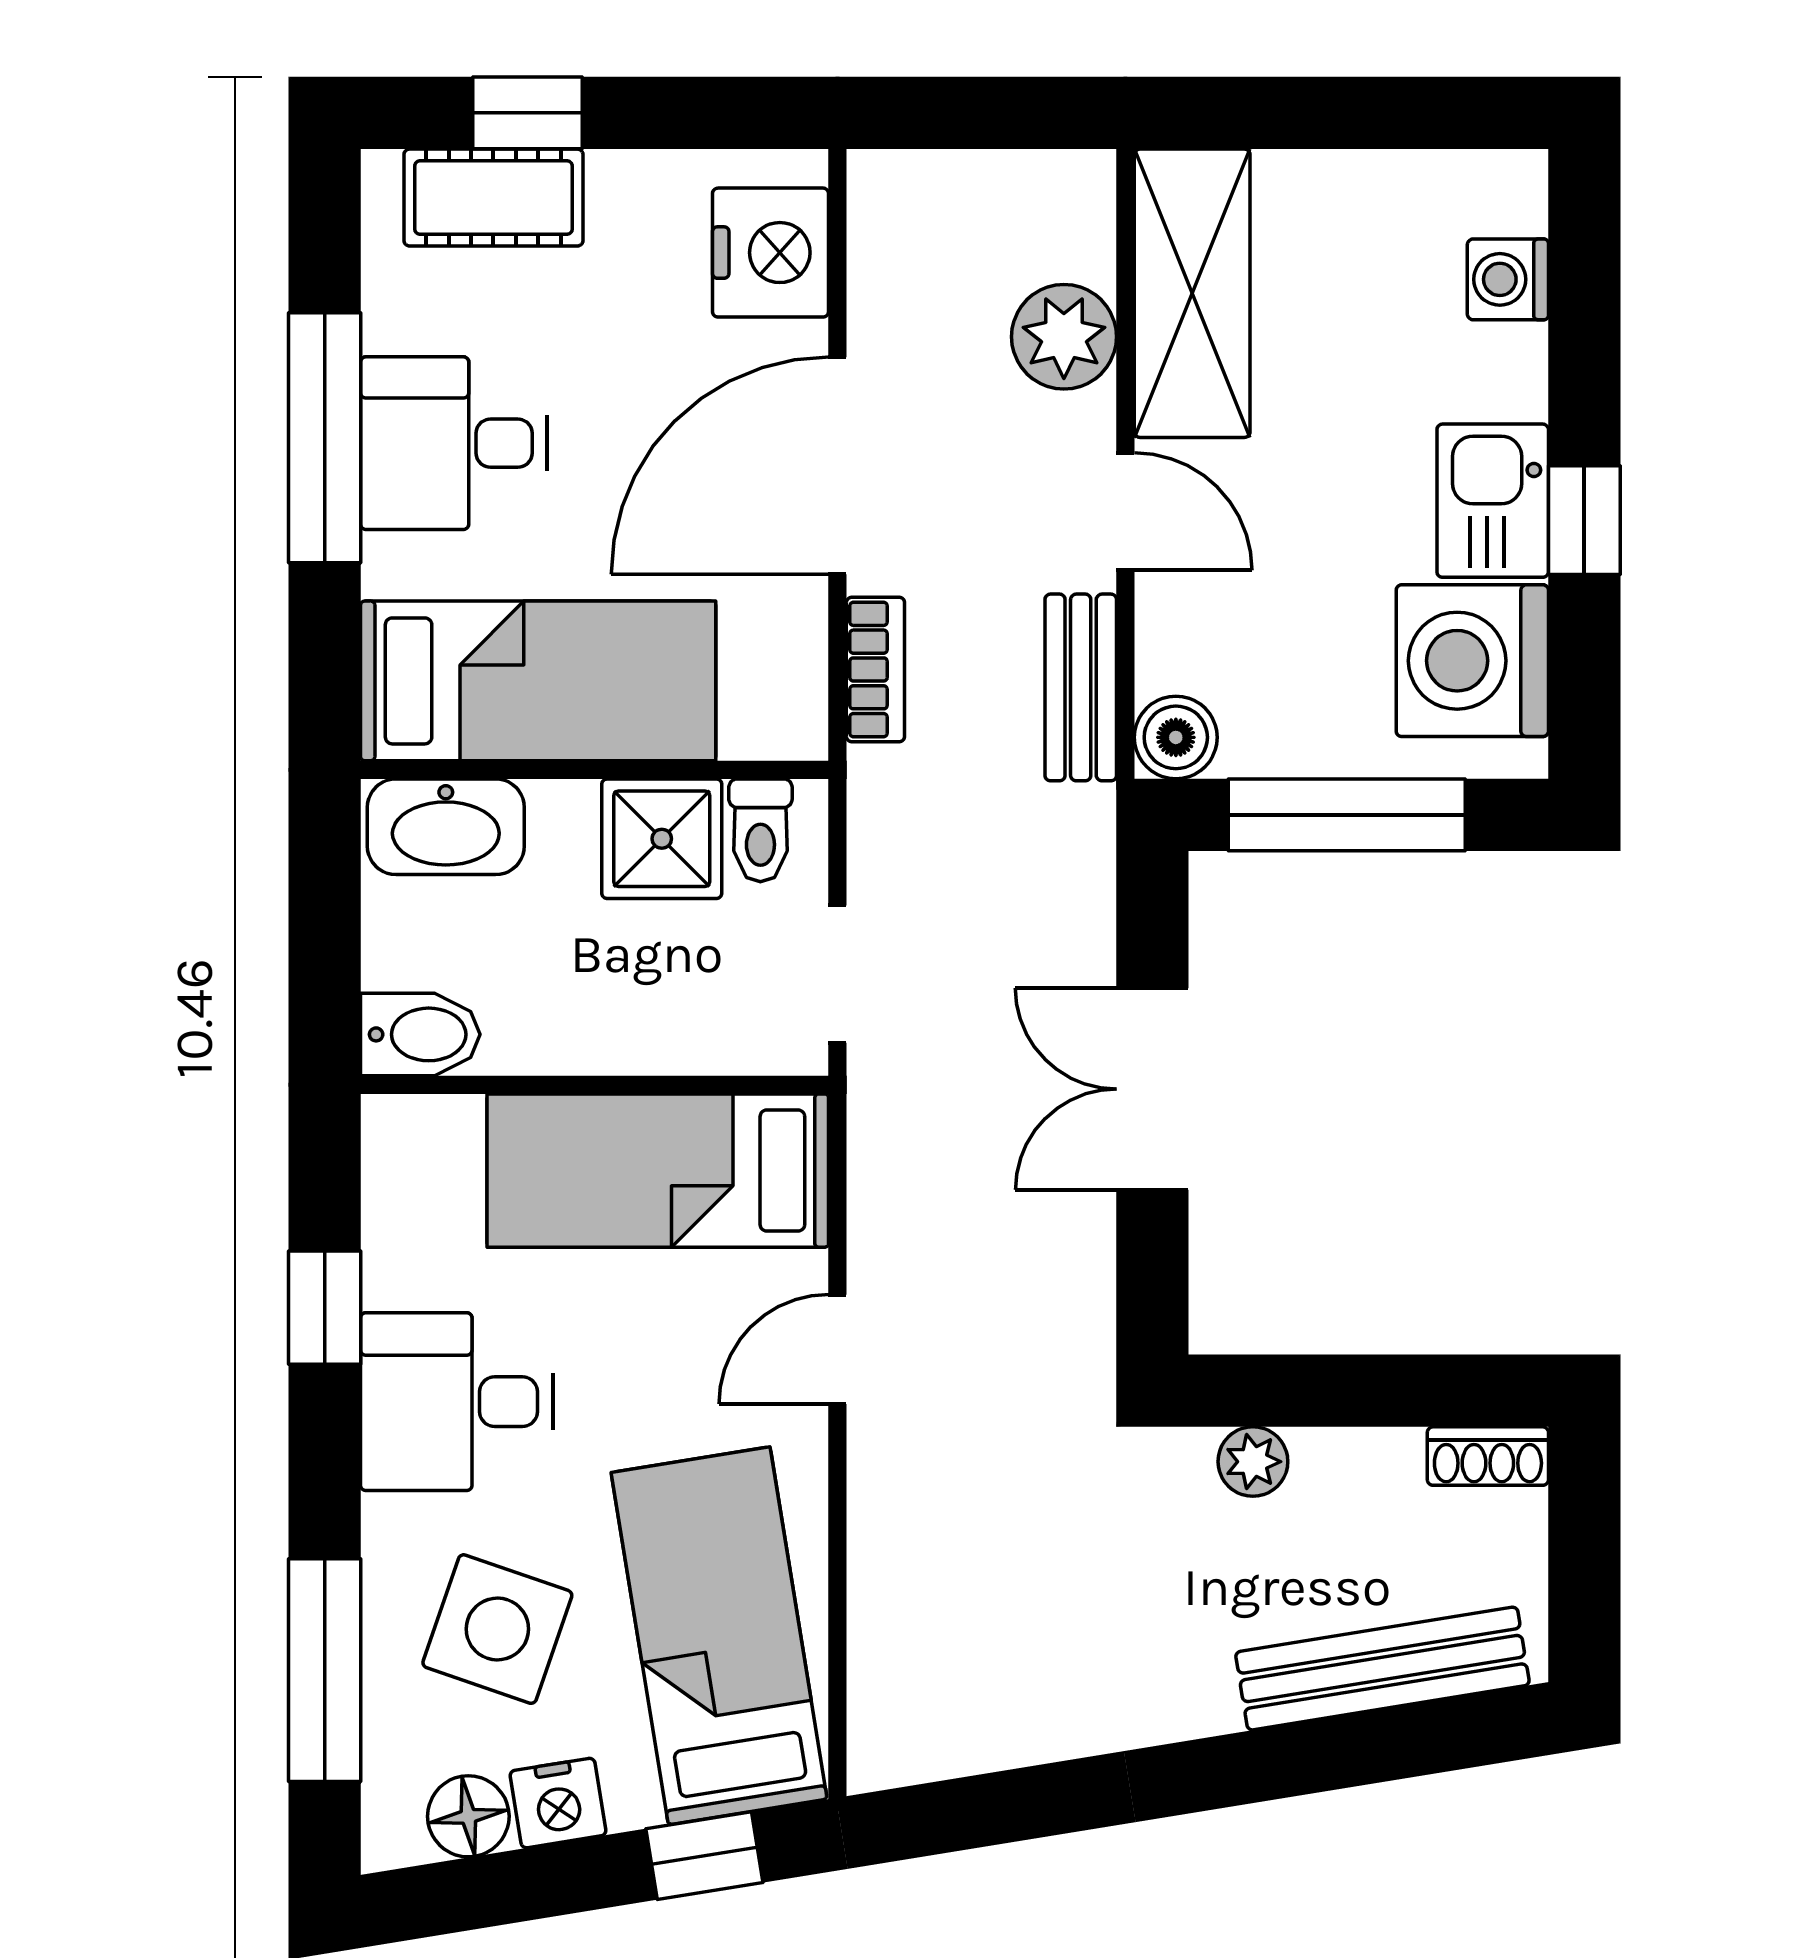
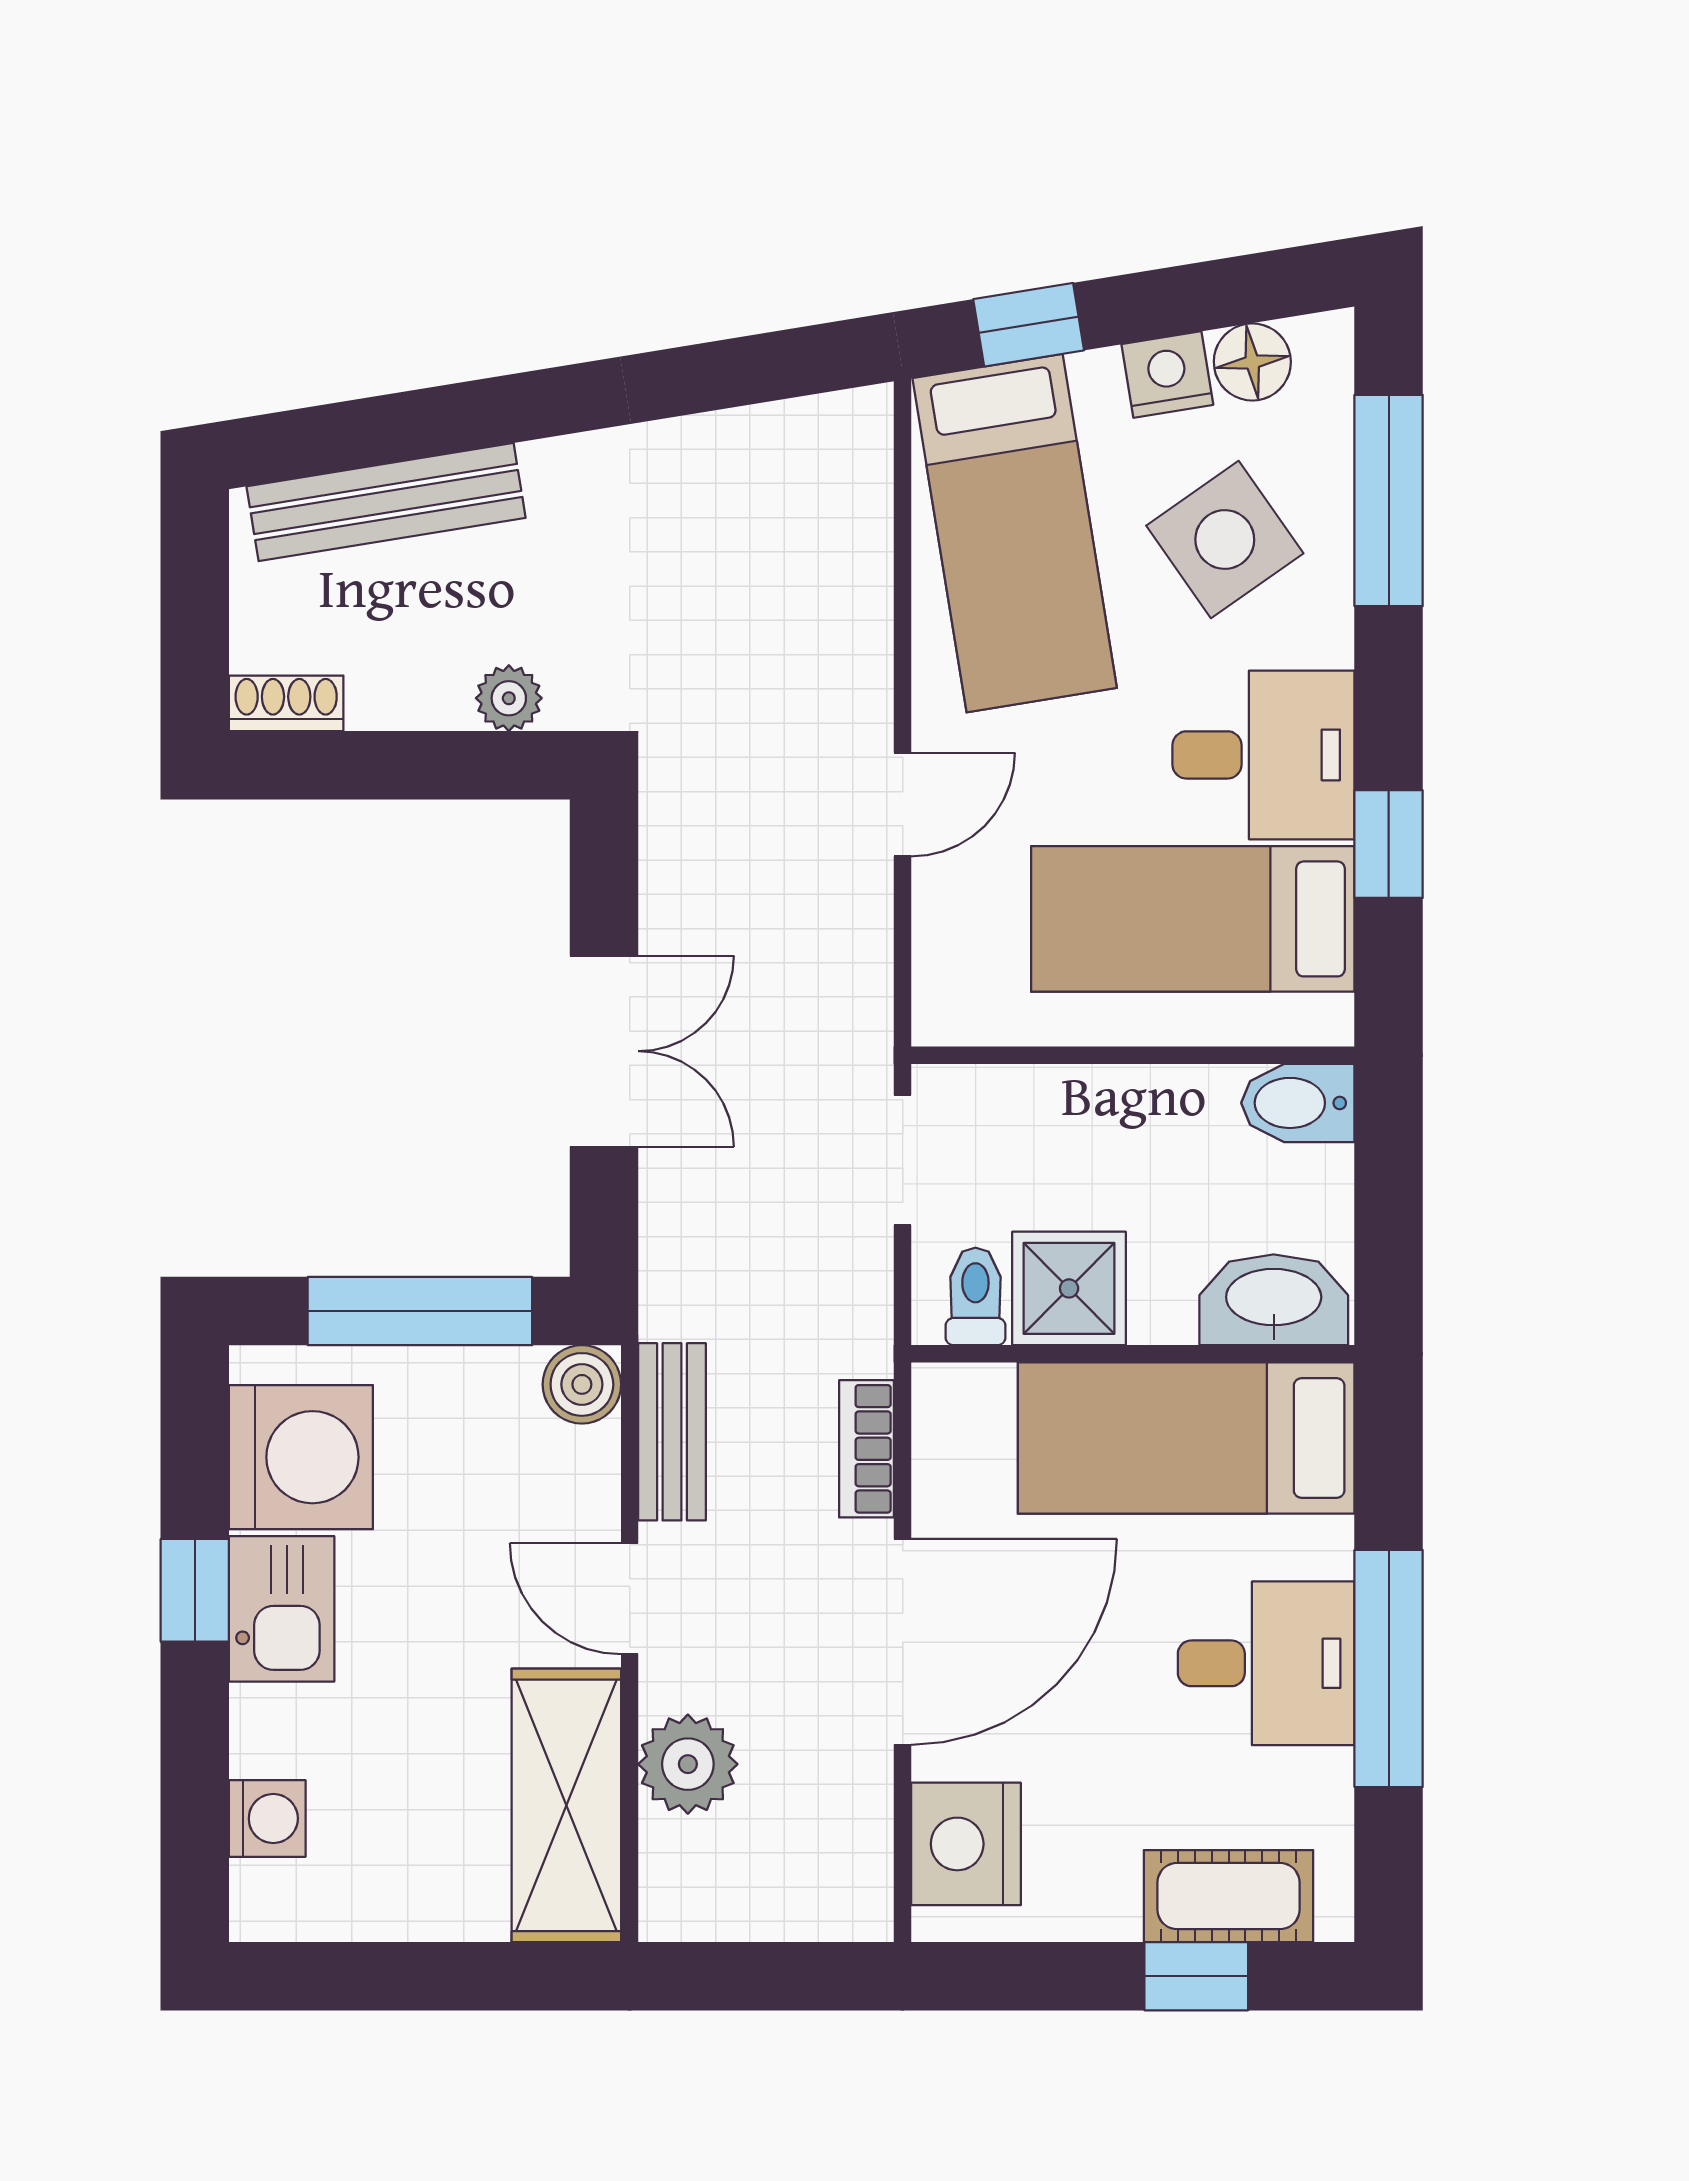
bed: (658, 1171) -> (1193, 919), moved, turned 180
side table: (497, 1629) -> (1225, 540), turned 36

